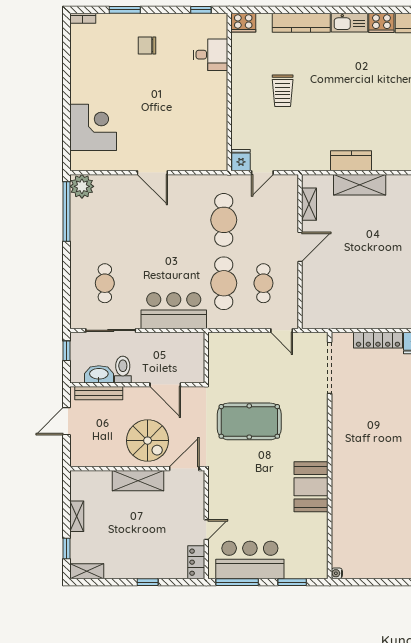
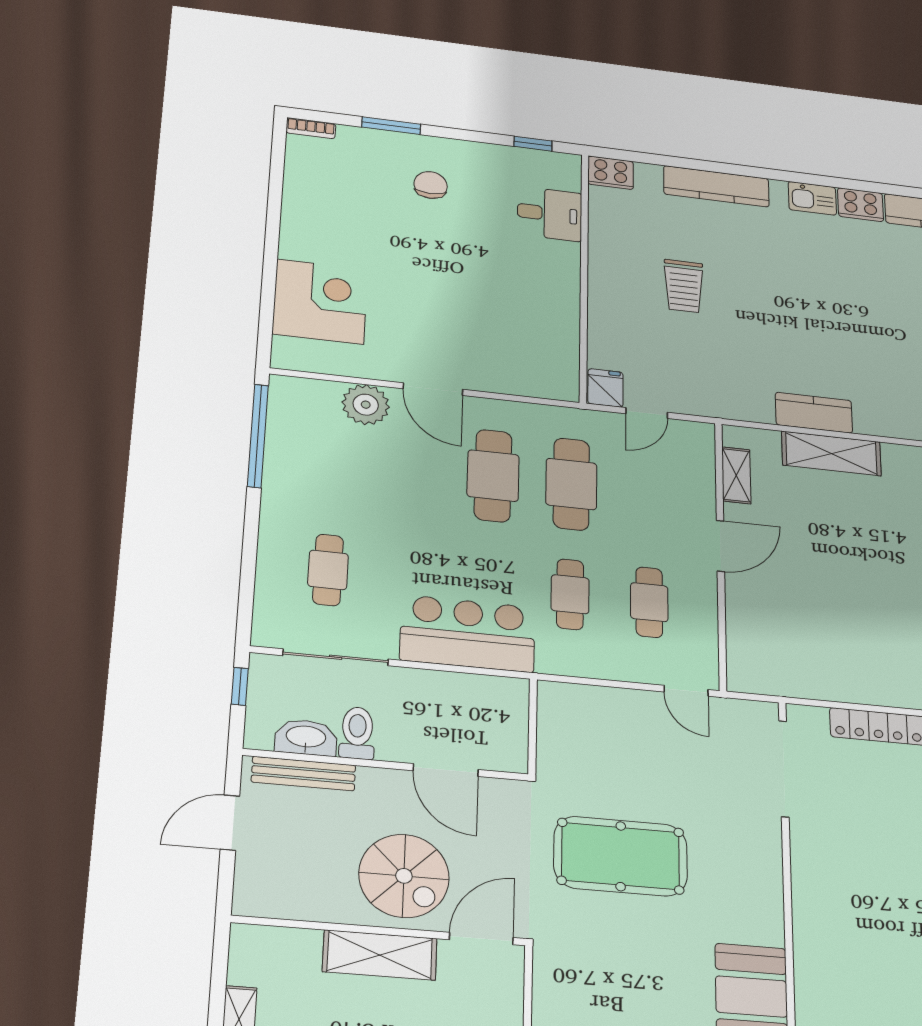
kitchen sink: (350, 23) -> (812, 198), width x0.73
chair: (147, 45) -> (431, 185), turned 90
plant: (82, 186) -> (366, 405), moved
cafe table: (184, 220) -> (493, 476), added
cafe table: (224, 283) -> (570, 594), width x0.73, depth x0.74

